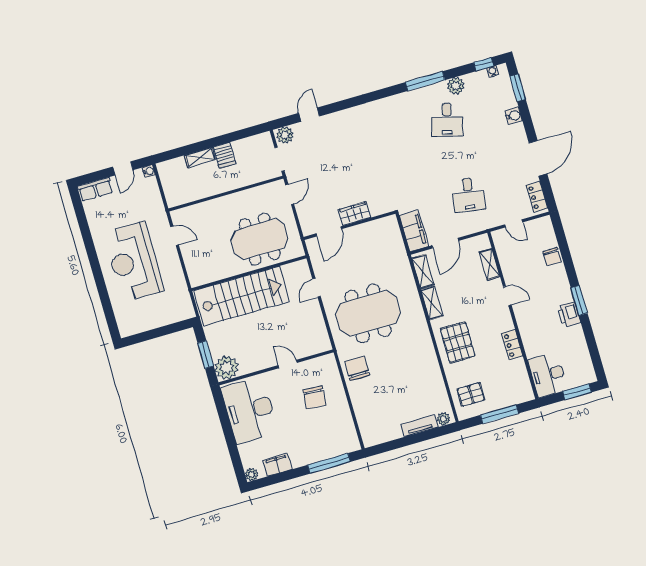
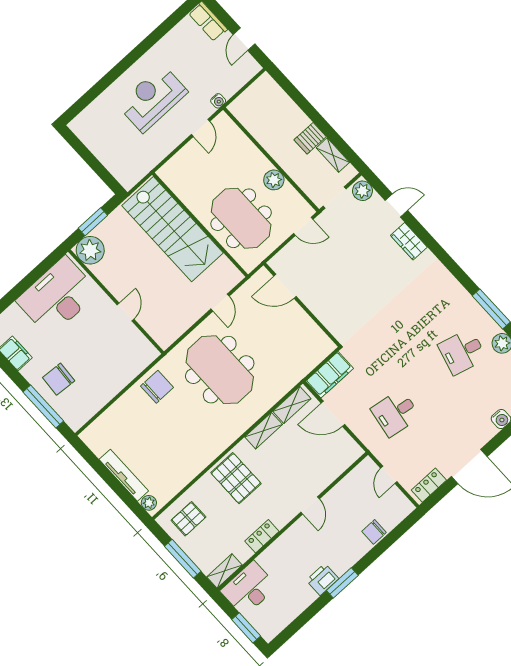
shelving: (200, 158) -> (333, 155), moved
door: (123, 168) -> (244, 39), hinge flipped
water cooler: (149, 171) -> (218, 101), moved
plant: (243, 199) -> (274, 180), added
wardrobe: (354, 214) -> (409, 241), moved, turned 180
reception desk: (134, 262) -> (153, 99), width x0.74, depth x0.77
shelving: (490, 264) -> (224, 571), moved
door: (317, 288) -> (220, 303), swing flipped
pallet: (458, 342) -> (236, 478), turned 90
pallet: (471, 395) -> (188, 519), turned 90
chair: (315, 397) -> (59, 379), moved
tv unit: (419, 426) -> (124, 475), width x1.41

